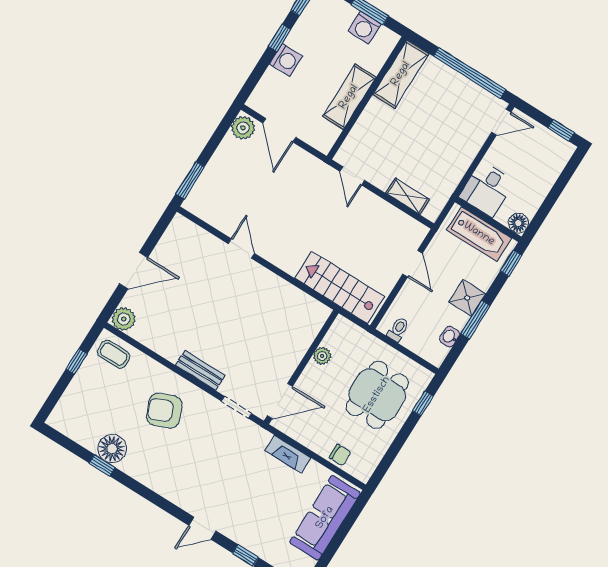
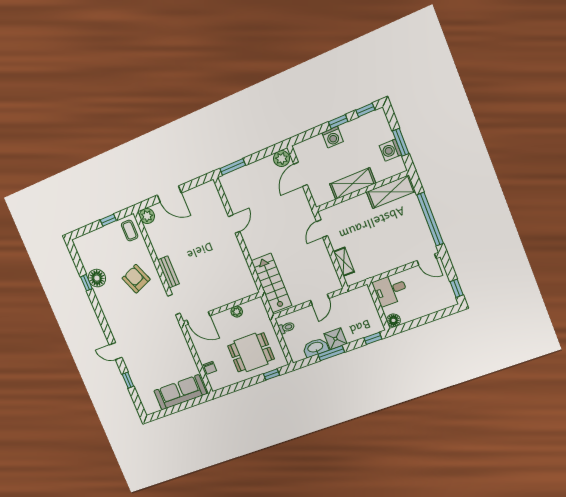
bathtub: (479, 234) -> (368, 311), removed
washbasin: (450, 337) -> (315, 348), width x1.91, depth x1.45
fireplace: (288, 454) -> (184, 347), removed

